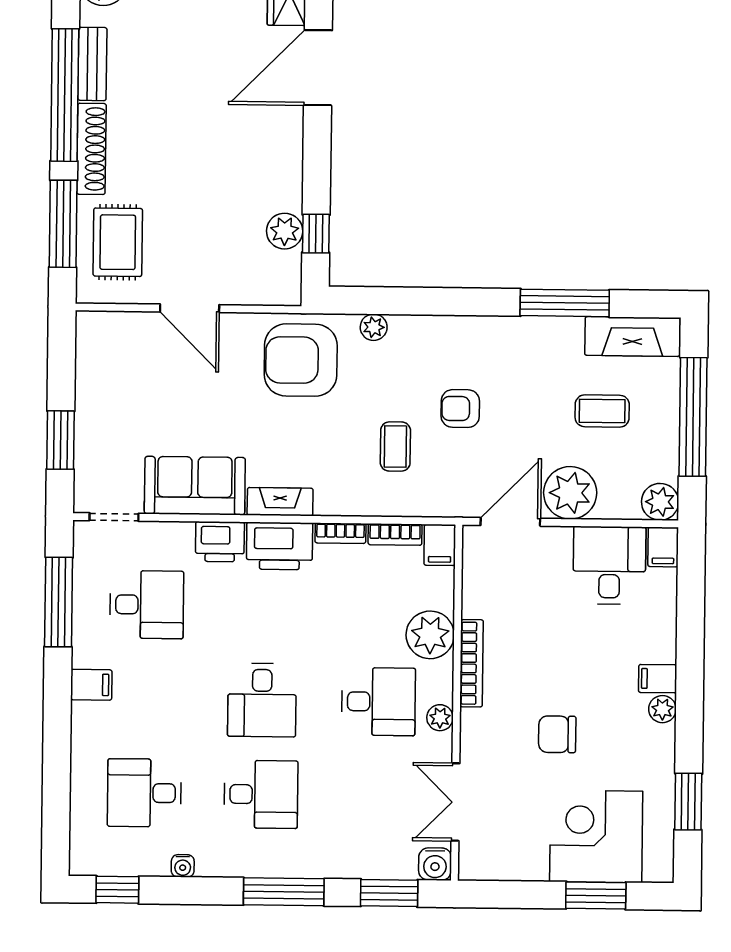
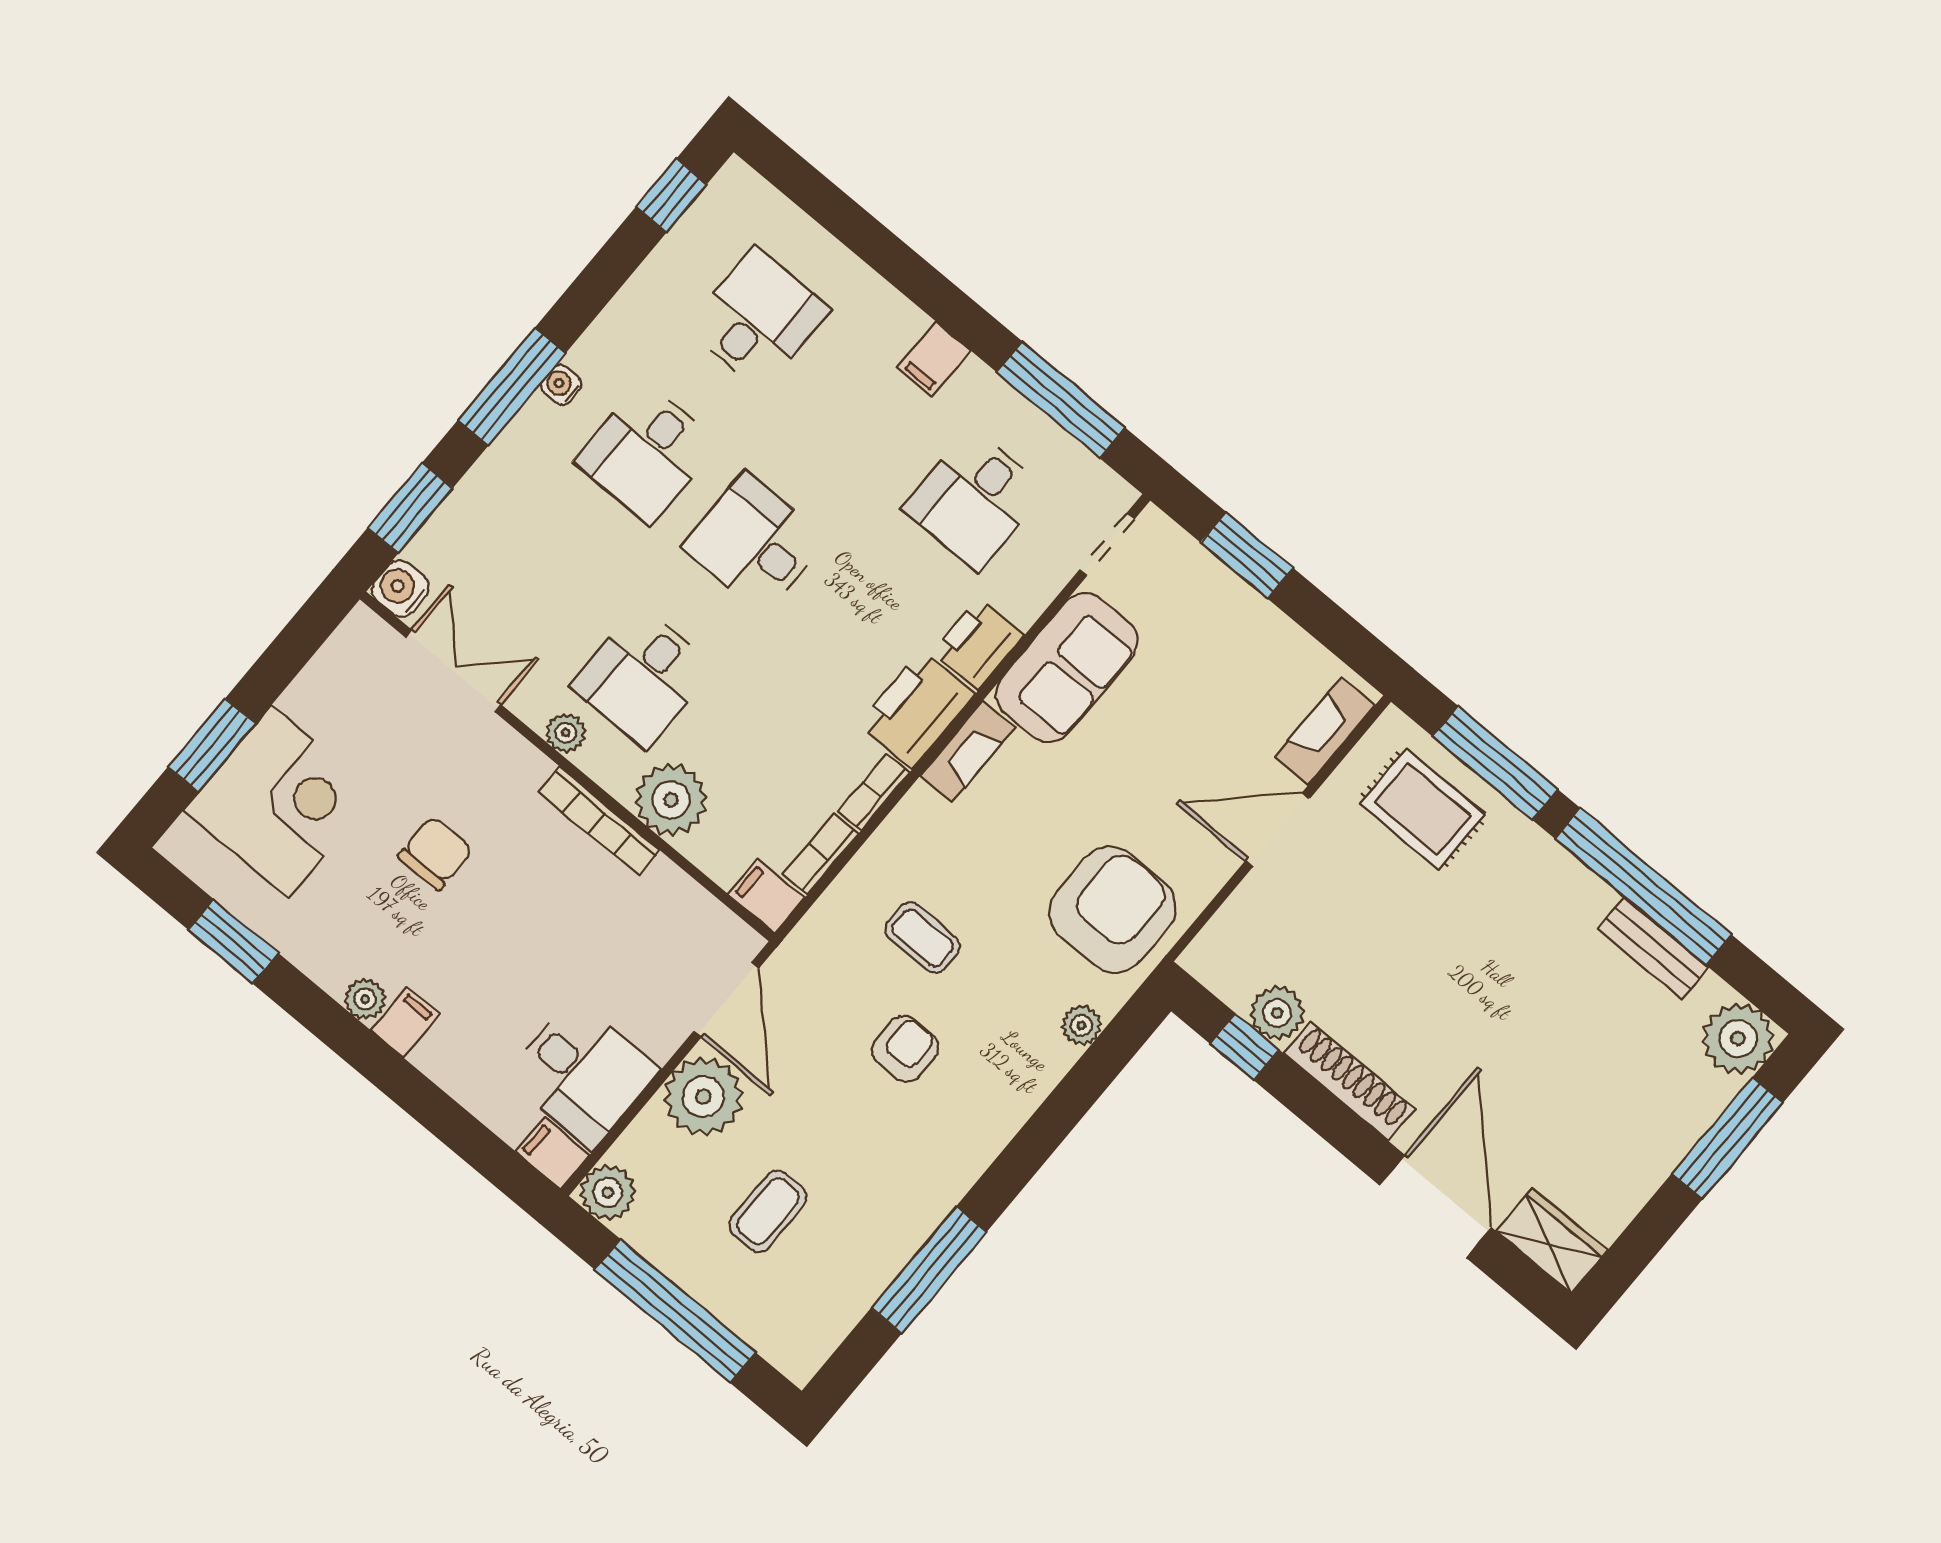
shoe rack: (91, 149) -> (1350, 1081), moved, turned 180
fireplace: (632, 337) -> (1325, 731), moved, width x0.73, depth x0.76
water cooler: (183, 866) -> (561, 385), moved

